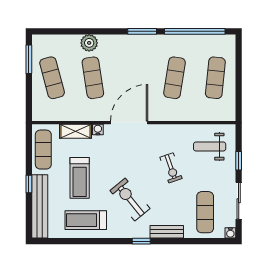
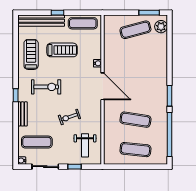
plant: (89, 43) -> (161, 27), moved
exercise mat: (93, 78) -> (135, 60), removed
shelving: (75, 131) -> (96, 47), removed
weight bench: (210, 147) -> (85, 145), turned 180
treadmill: (80, 178) -> (62, 50), turned 180
exercise bike: (130, 200) -> (46, 87), turned 39

